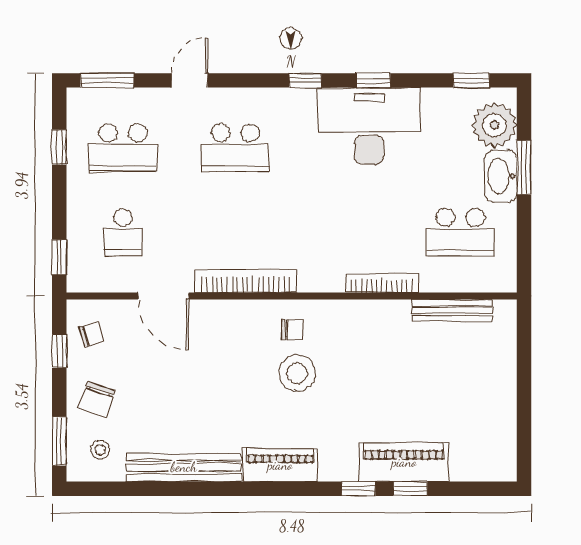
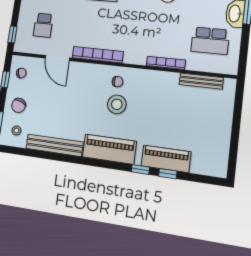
piano: (280, 465) -> (109, 149), width x1.37, depth x1.33

